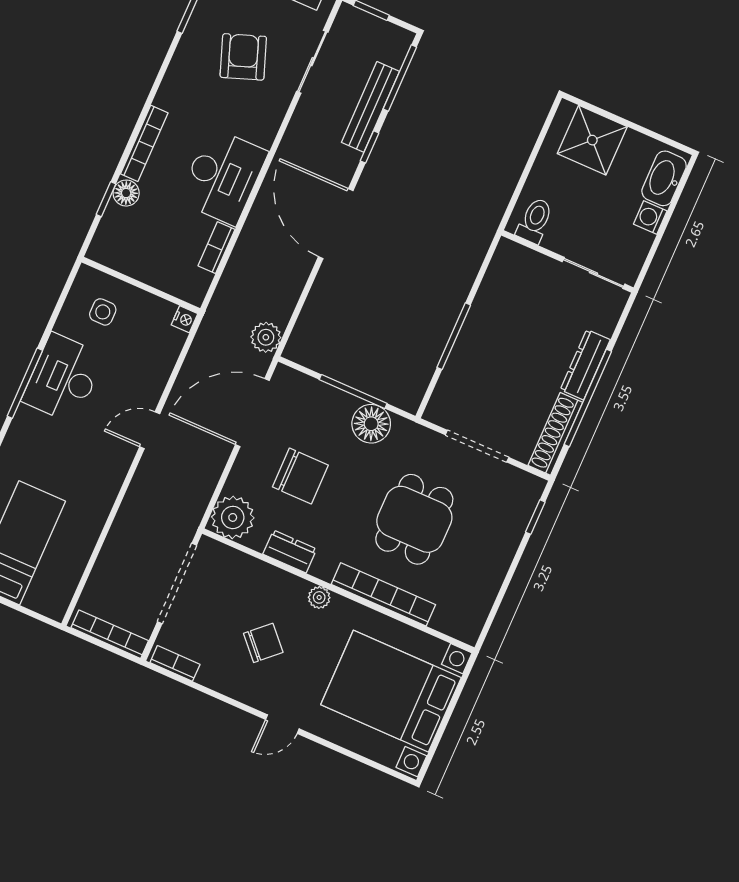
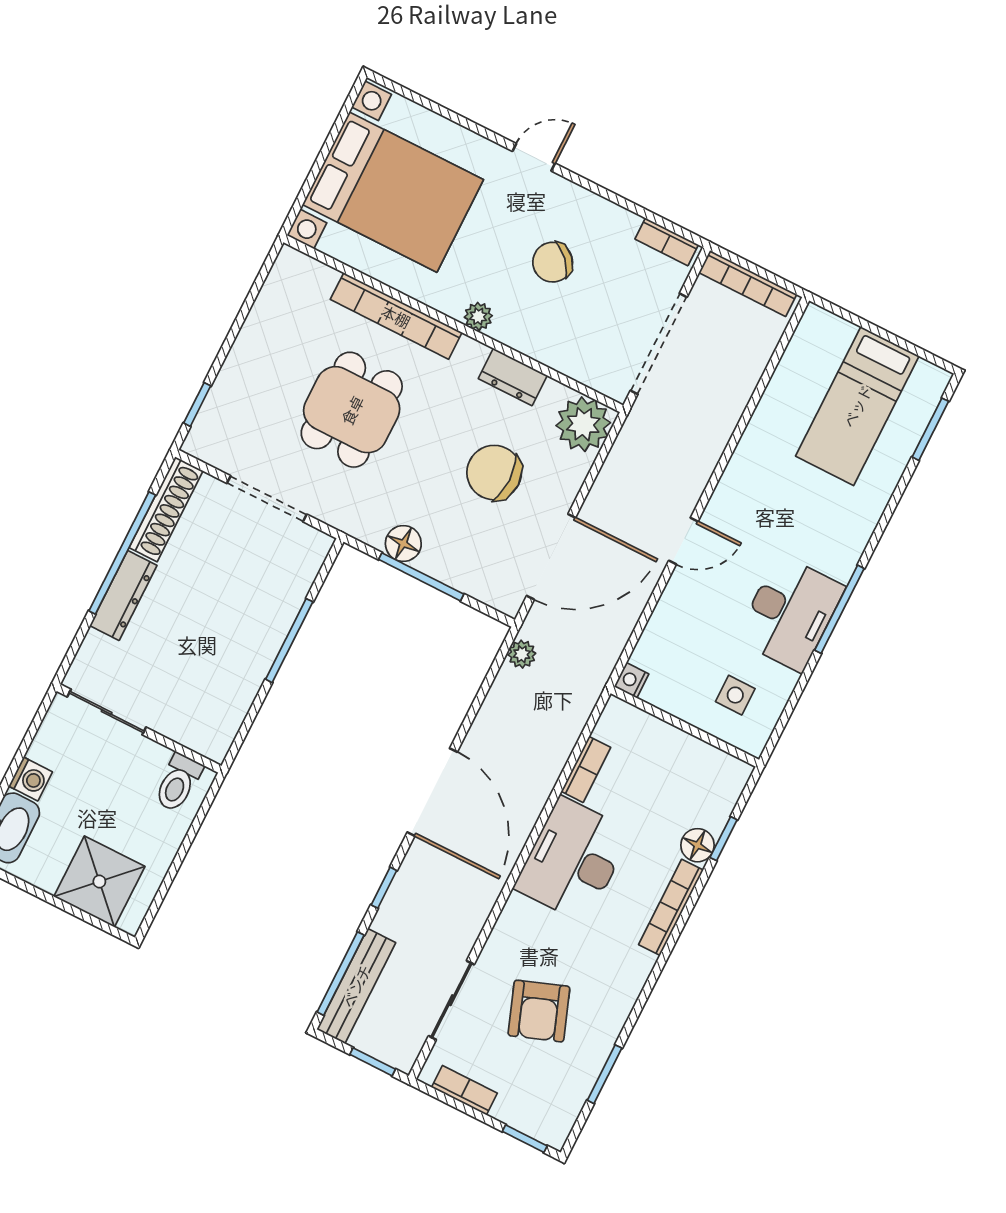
bench: (370, 107) -> (356, 986), moved
plant: (266, 337) -> (522, 654), width x0.73, depth x0.73
floor lamp: (371, 424) -> (403, 544), width x0.73, depth x0.73

